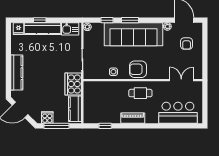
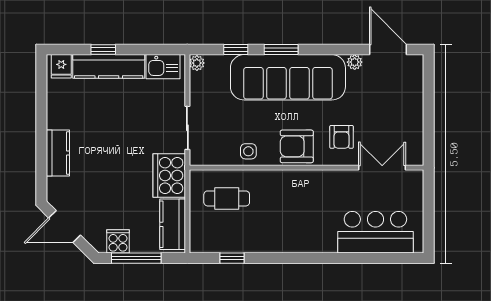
armchair: (187, 44) -> (342, 137), moved
kitchen counter: (17, 73) -> (58, 153), width x0.67
cafe table: (140, 93) -> (227, 198), moved
piano: (133, 118) -> (286, 243), removed

